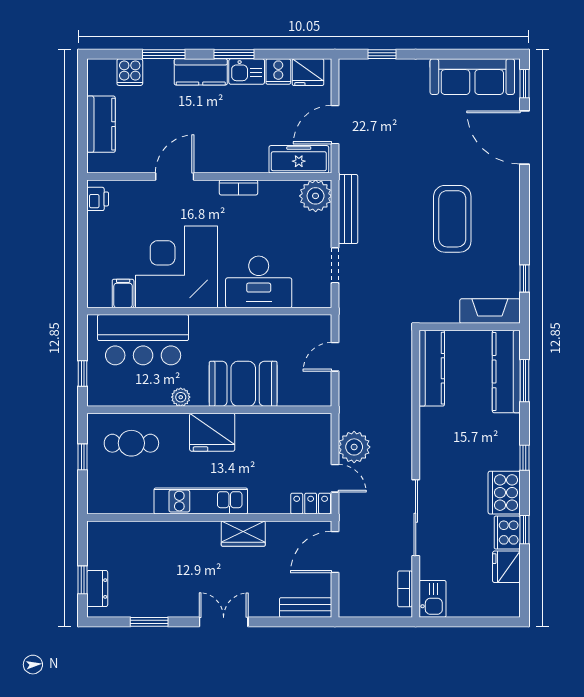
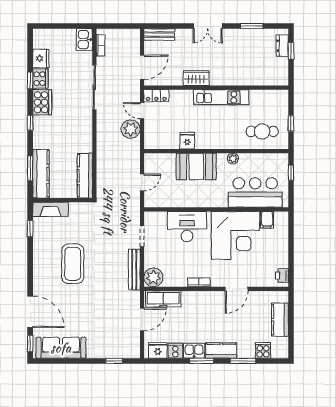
fridge: (212, 432) -> (187, 141), moved, width x0.53, depth x0.75

